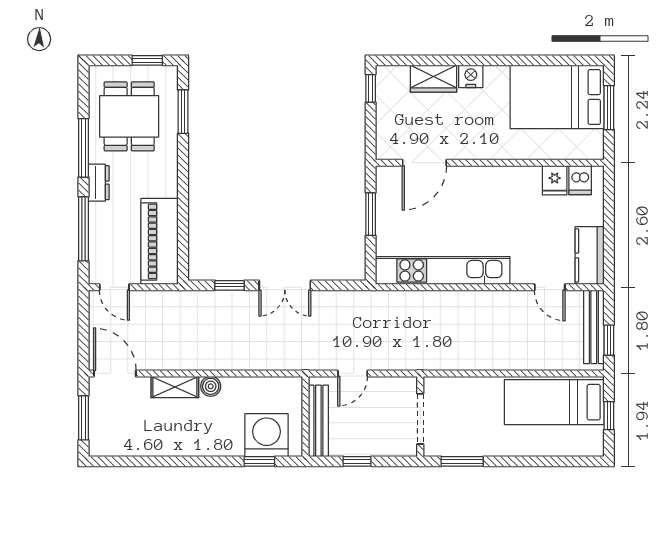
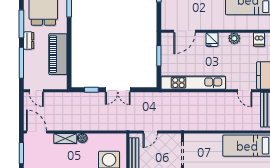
plant: (528, 178) -> (234, 38), added
fridge: (555, 180) -> (212, 40), moved
piano: (160, 241) -> (58, 54), moved

